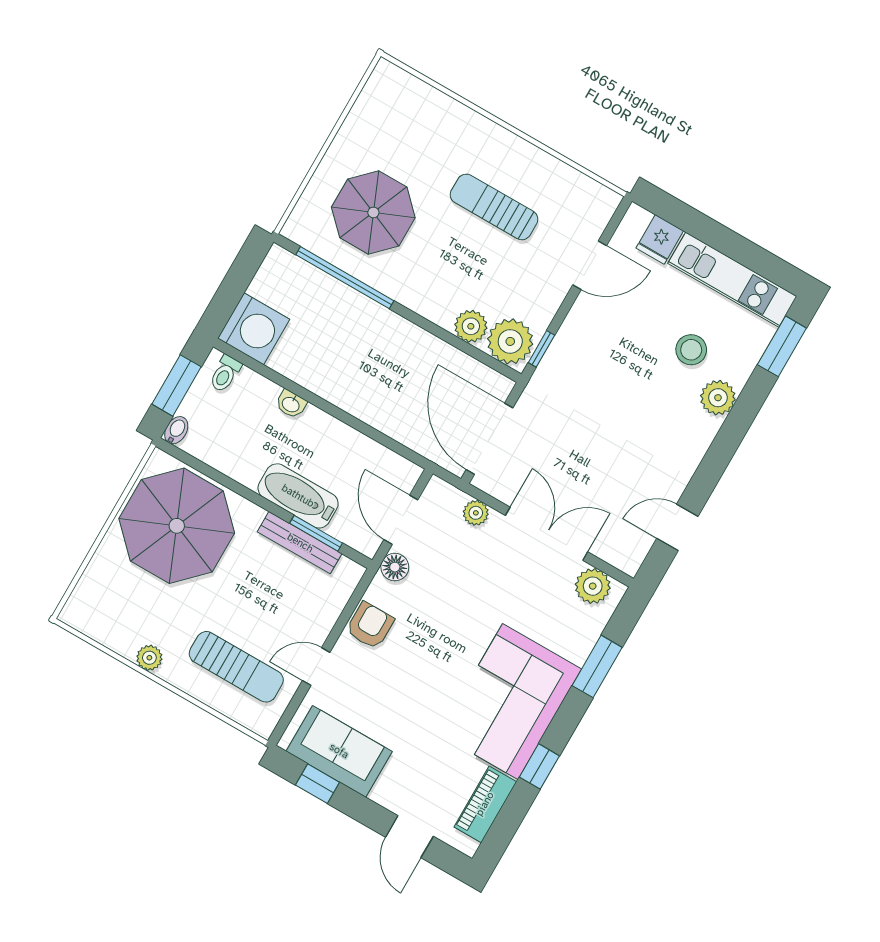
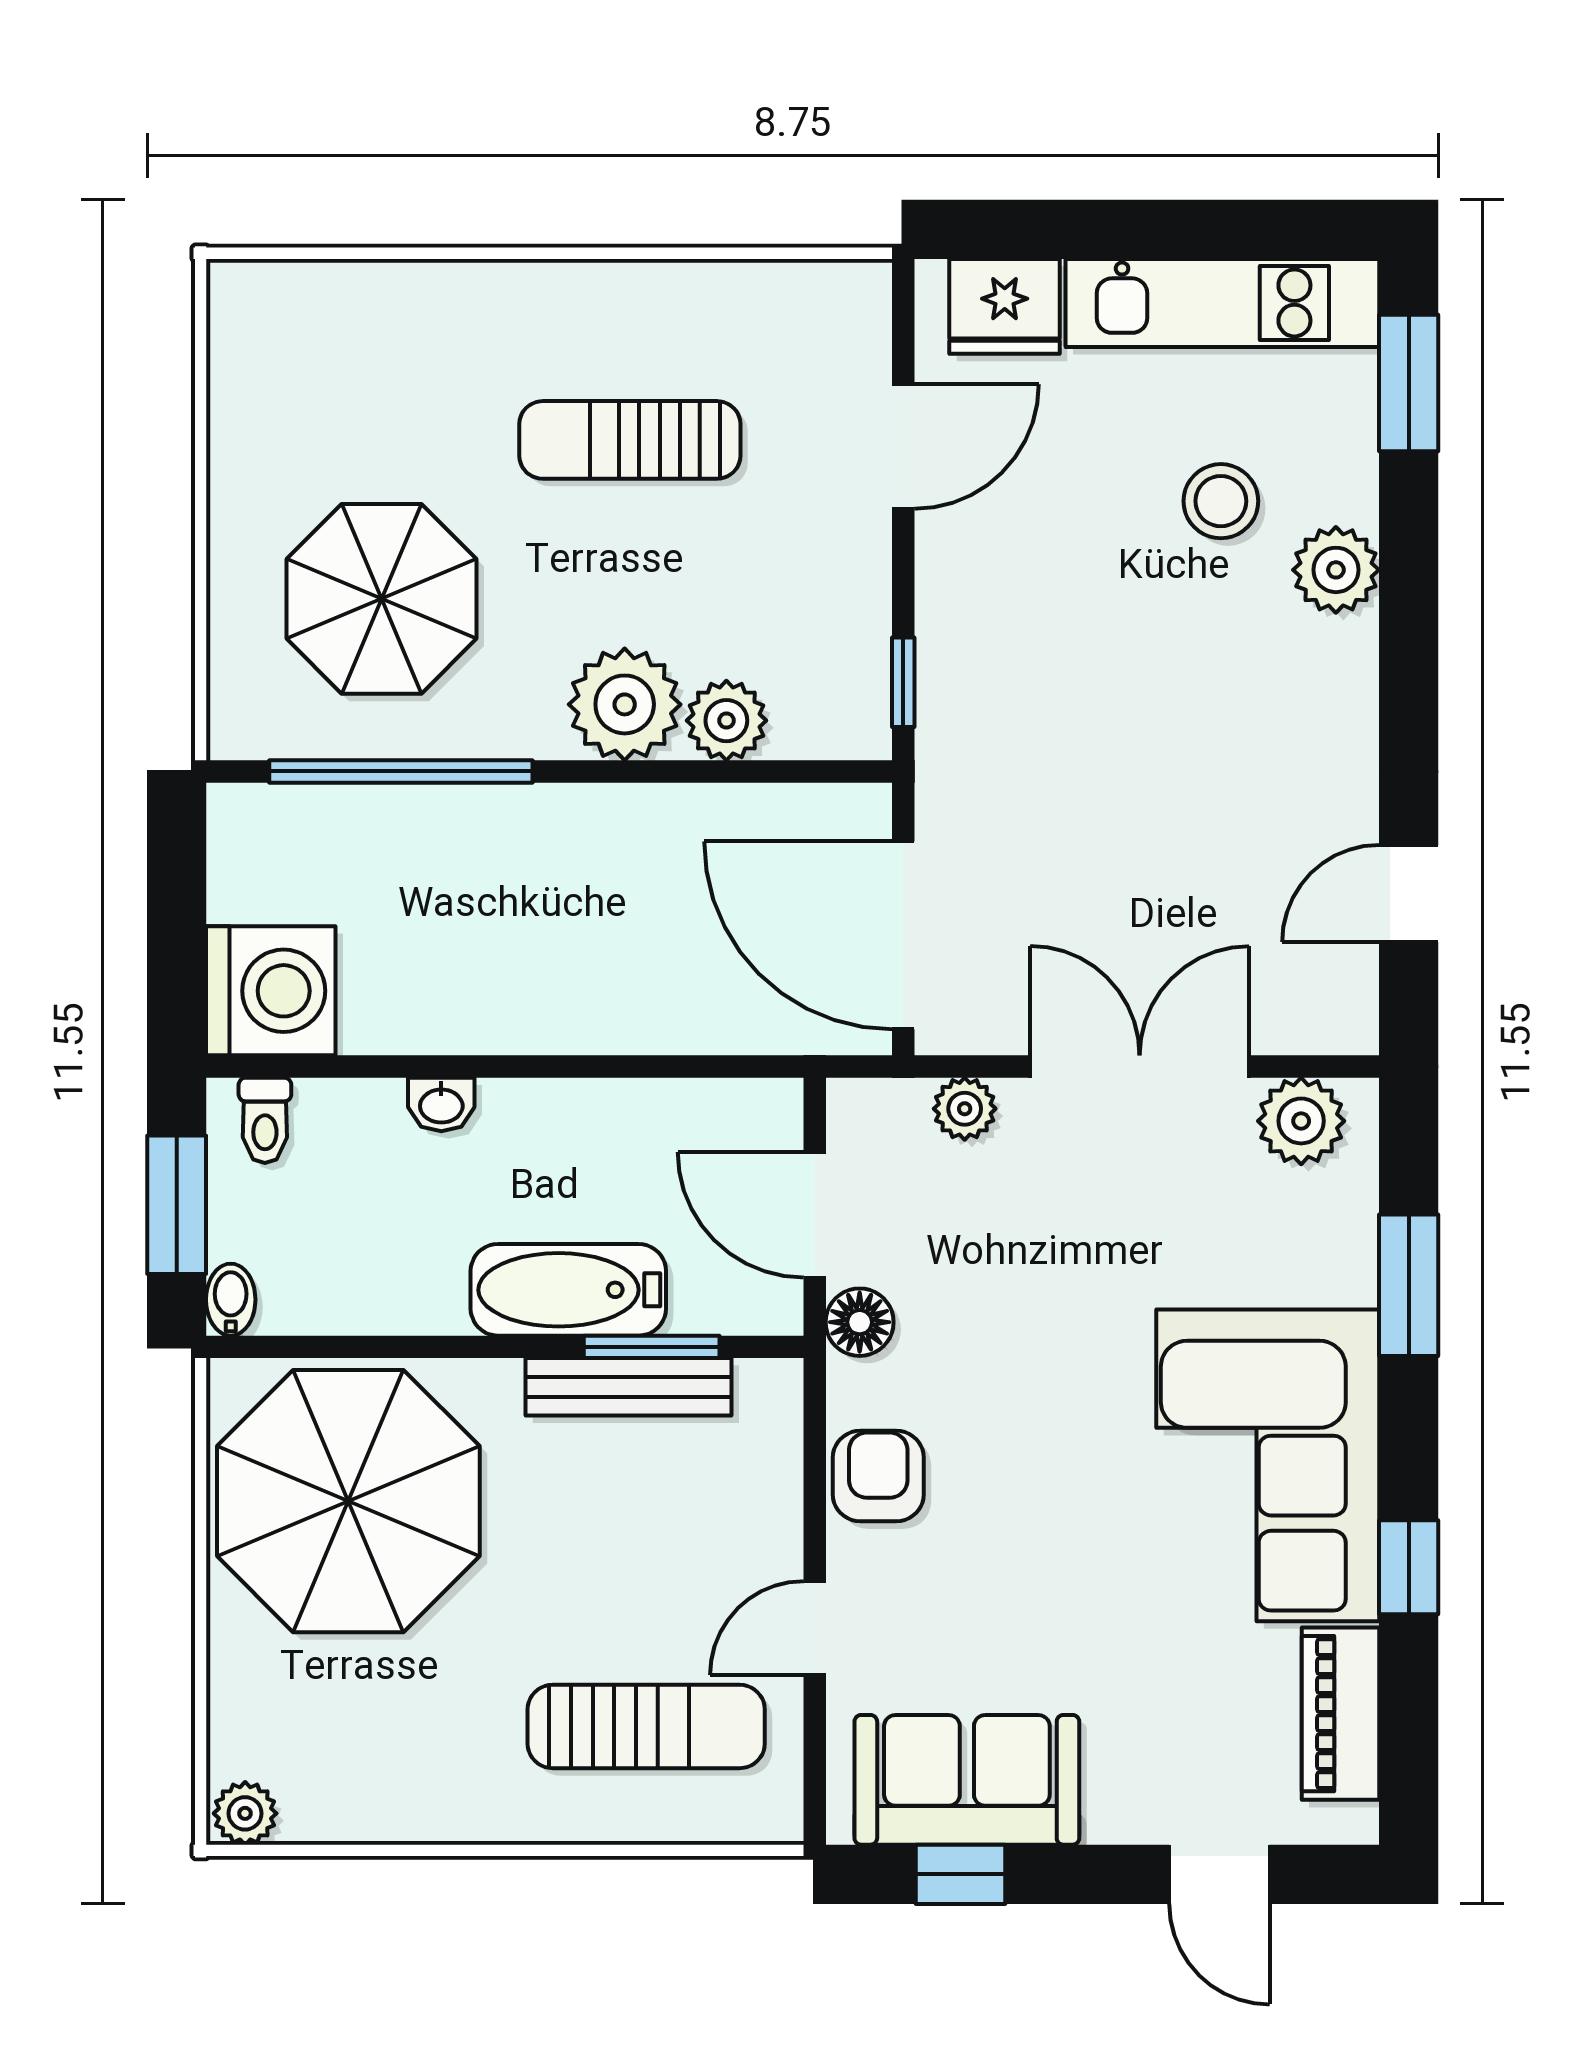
fridge: (660, 239) -> (1005, 306), width x1.38
plant: (510, 341) -> (625, 704), moved
plant: (149, 658) -> (245, 1813), moved

